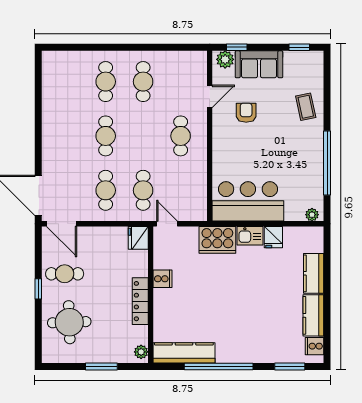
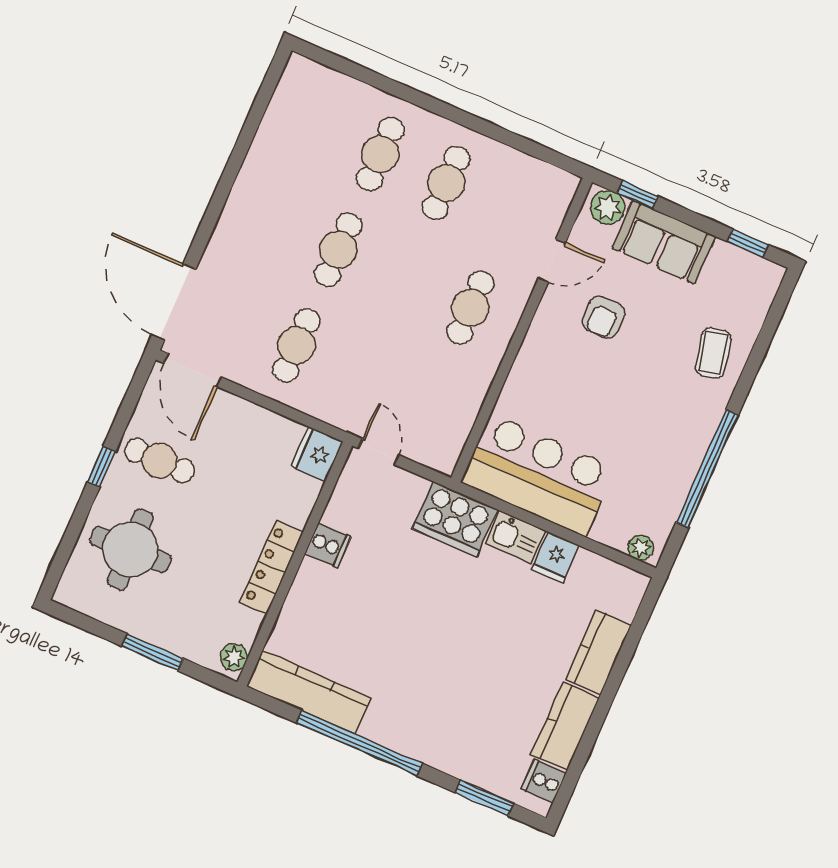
armchair: (246, 113) -> (603, 317), turned 180
cafe table: (143, 190) -> (362, 374), removed

